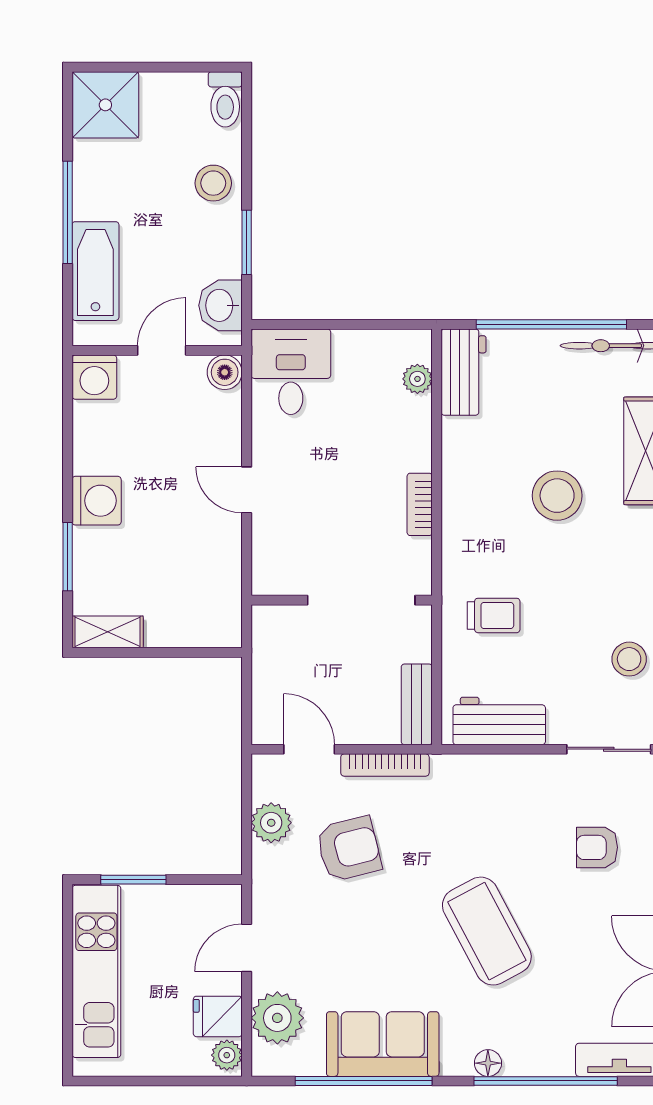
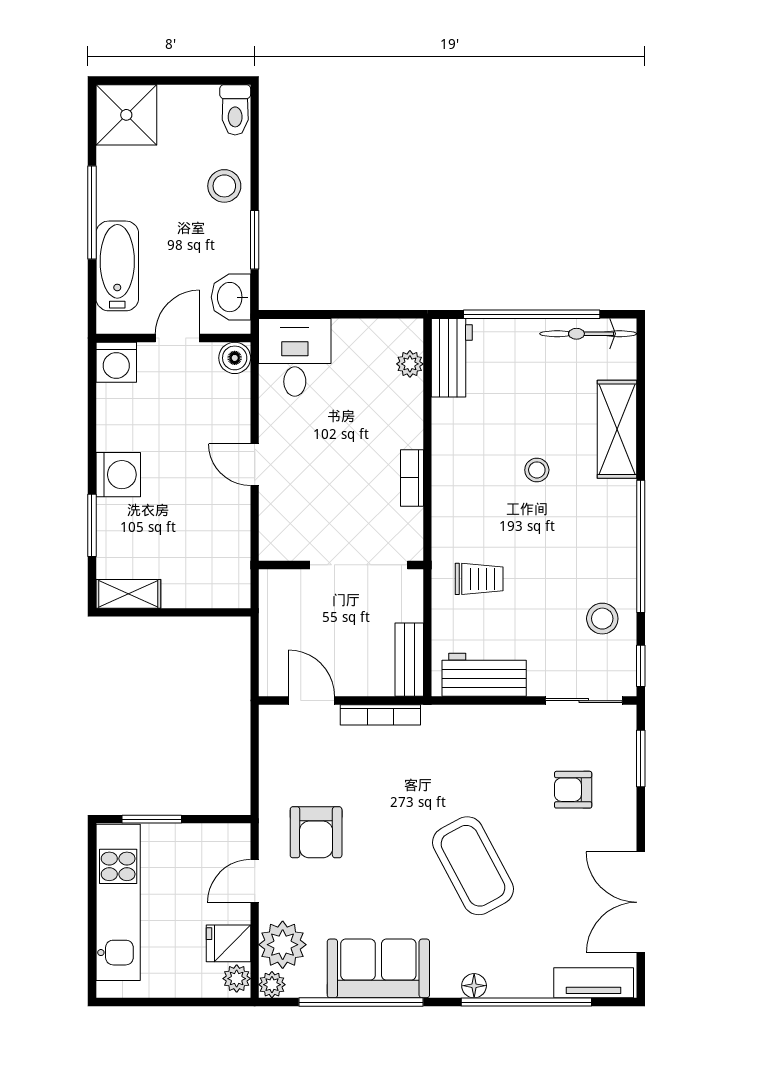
stool: (557, 496) -> (537, 470), width x0.53, depth x0.53
plant: (271, 823) -> (272, 985), moved, width x0.73, depth x0.73
armchair: (349, 849) -> (316, 832), moved, turned 104

